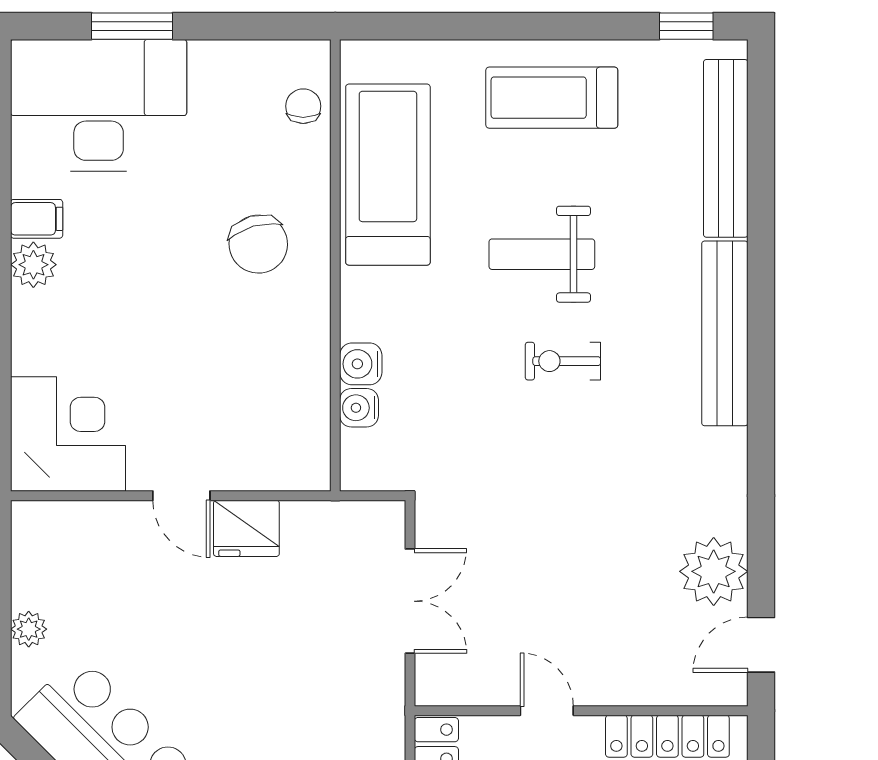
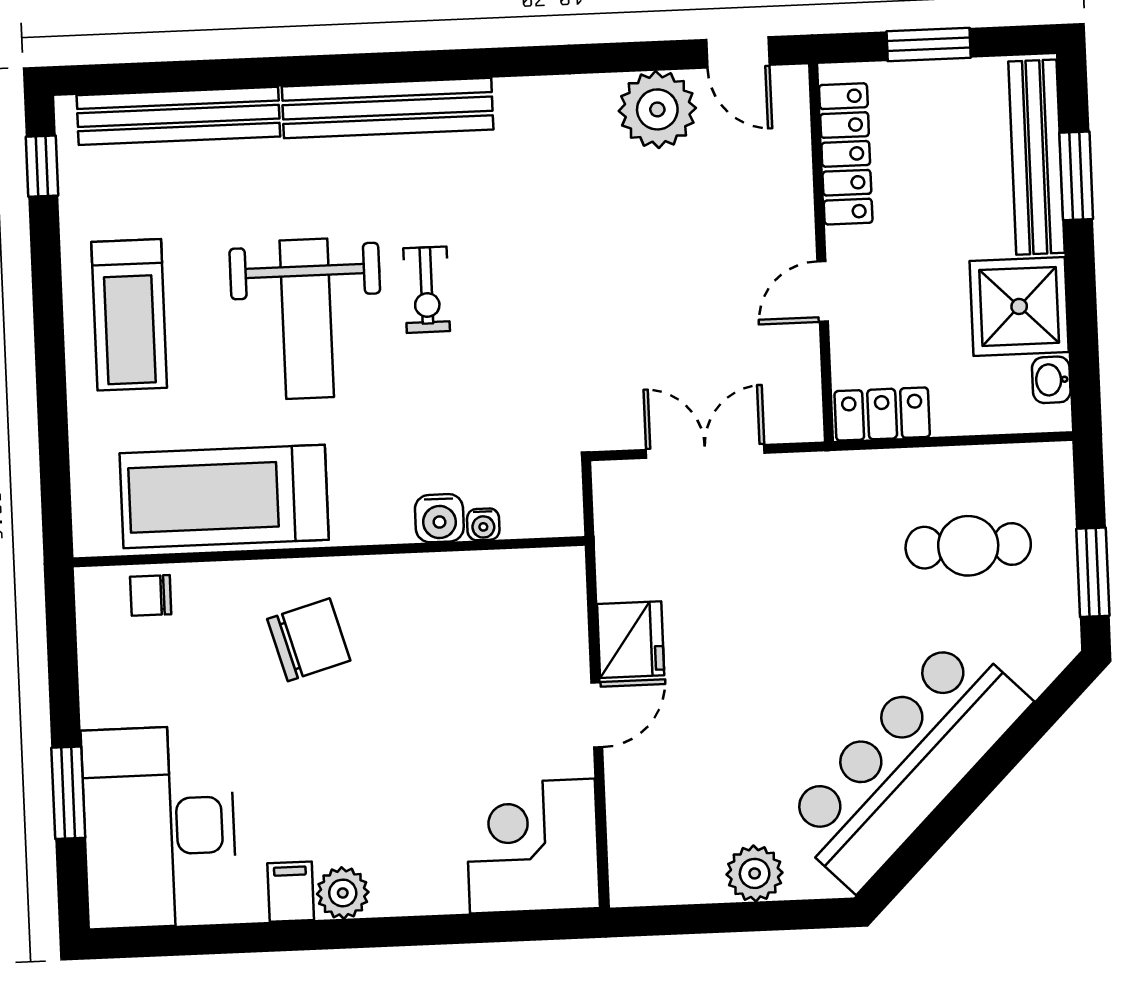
weight bench: (542, 254) -> (307, 319), width x1.36, depth x1.33
water cooler: (359, 408) -> (483, 524), width x0.72, depth x0.72
plant: (29, 629) -> (755, 873), width x1.38, depth x1.38

